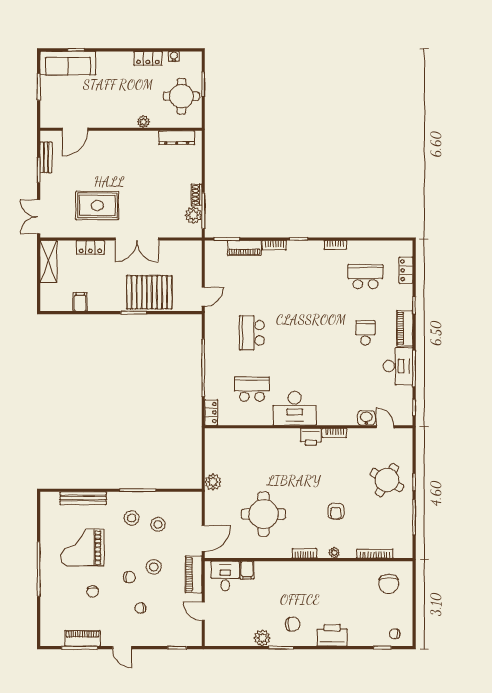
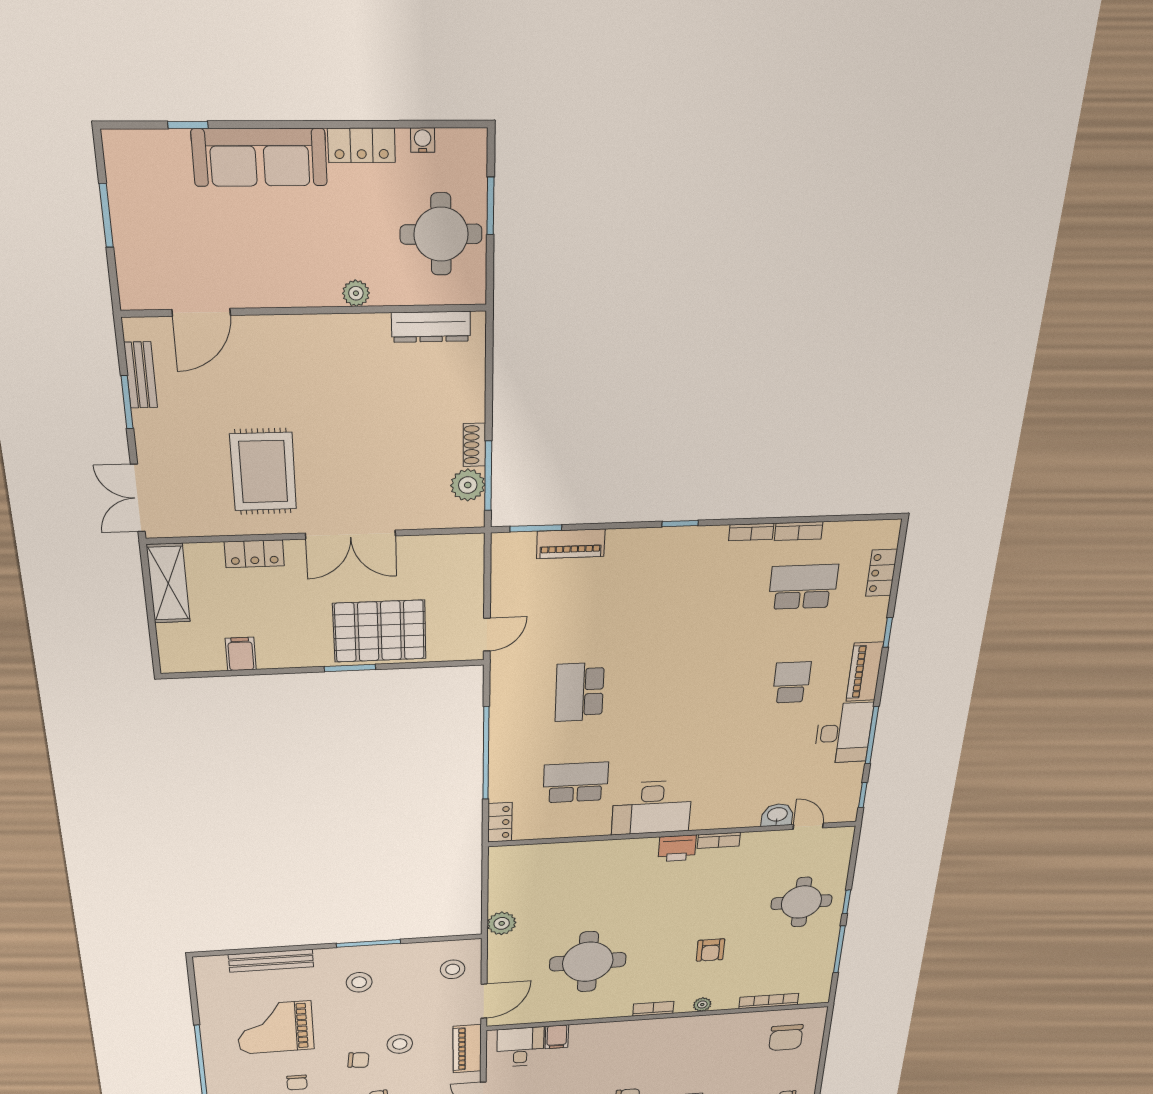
sofa: (68, 63) -> (260, 157), moved
rug: (97, 205) -> (263, 472), turned 90
bookcase: (274, 245) -> (799, 531), moved
round table: (387, 480) -> (801, 902), turned -30
stool: (158, 524) -> (453, 969), moved

